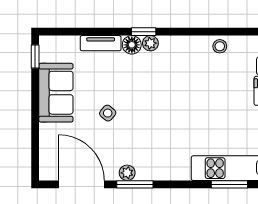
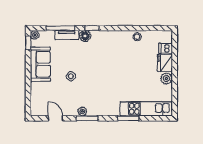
window: (90, 32) -> (60, 28), added
plant: (150, 43) -> (35, 35), moved
door: (82, 184) -> (55, 118), width x0.53
window: (229, 184) -> (128, 118), moved

